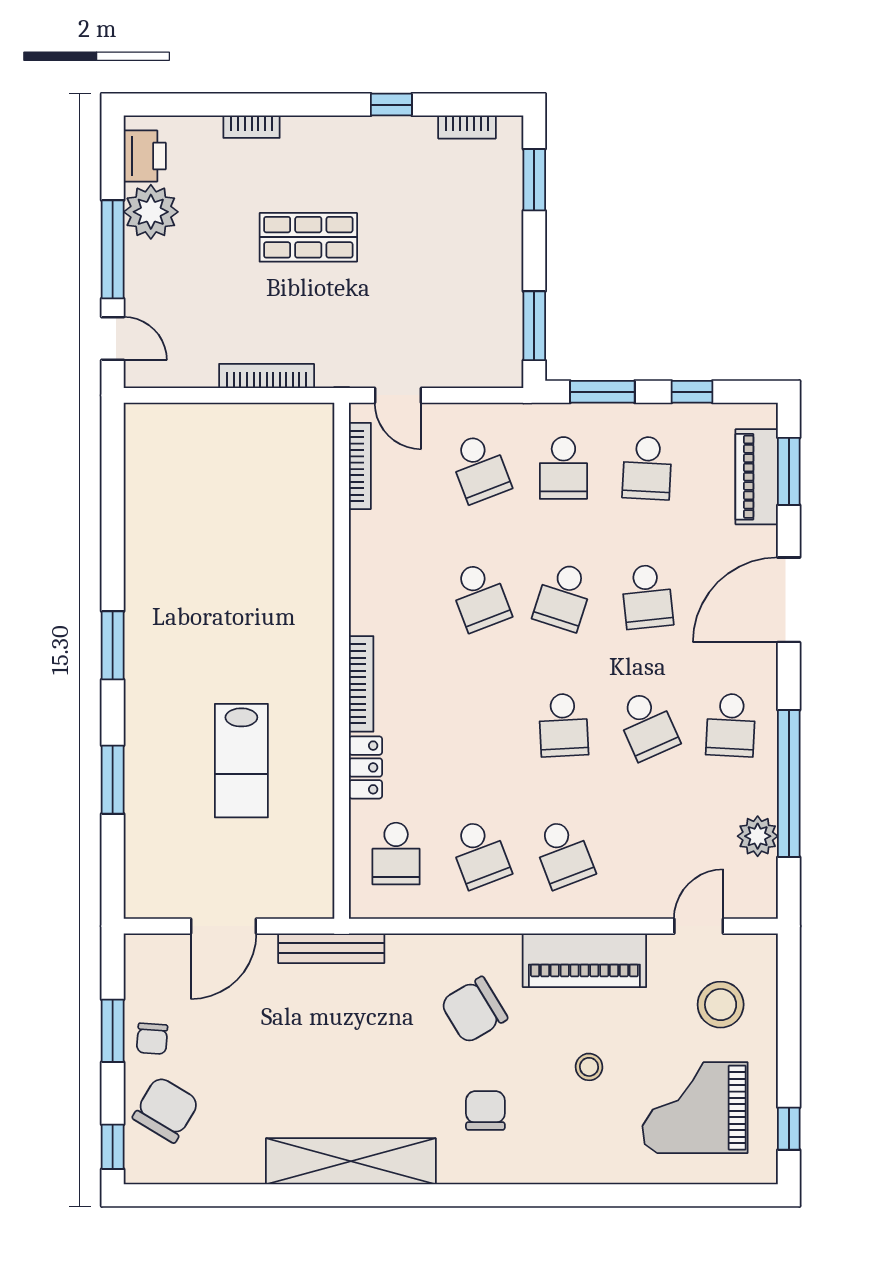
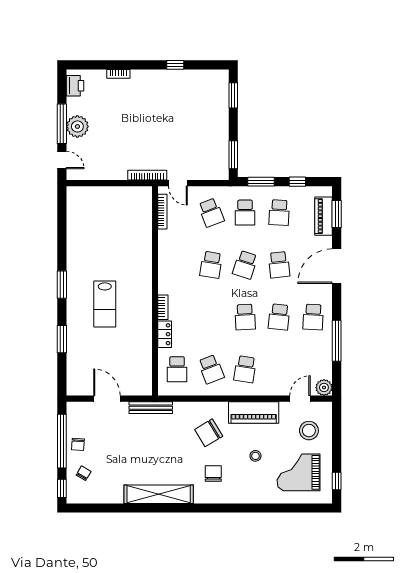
bookcase: (467, 127) -> (206, 74), removed
plant: (151, 212) -> (77, 126), moved
shop shelf: (308, 237) -> (141, 119), removed
bookcase: (267, 376) -> (147, 175), moved
school desk: (480, 597) -> (211, 265), turned 30
bookcase: (361, 684) -> (163, 307), width x0.64
school desk: (647, 725) -> (279, 317), turned 30
lab bench: (241, 761) -> (105, 304), moved
window: (789, 784) -> (337, 341), width x0.68
plant: (758, 836) -> (324, 388), moved
school desk: (563, 854) -> (245, 369), turned 30
door: (223, 926) -> (107, 399), swing flipped
window: (113, 1031) -> (62, 441), width x2.11
chair: (166, 1109) -> (84, 473), width x0.54, depth x0.54

